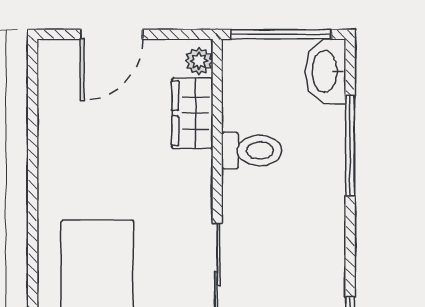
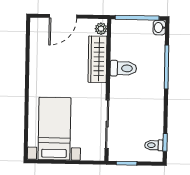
washbasin: (326, 72) -> (159, 28), width x0.52, depth x0.69
wardrobe: (192, 113) -> (97, 59), width x1.50

